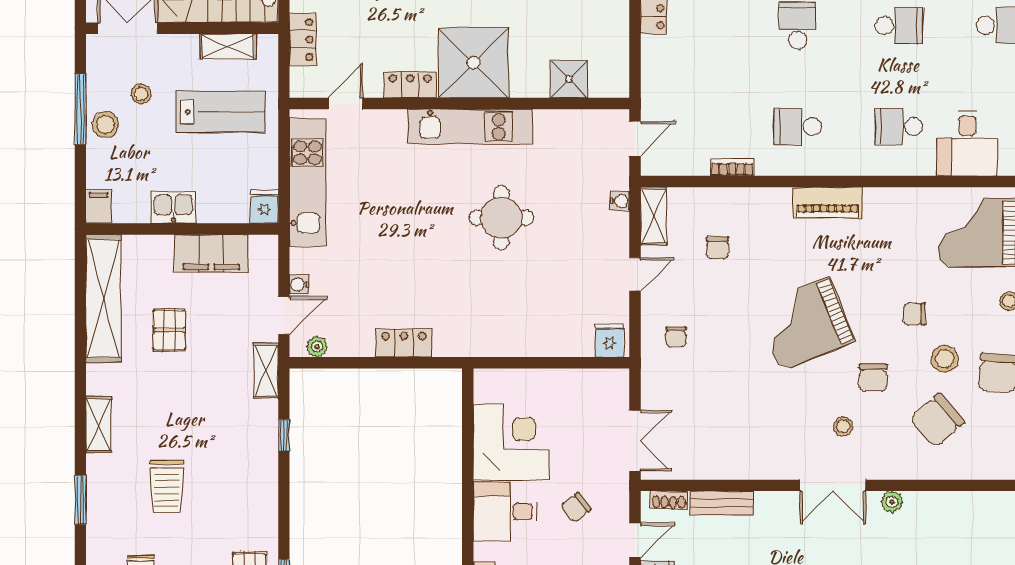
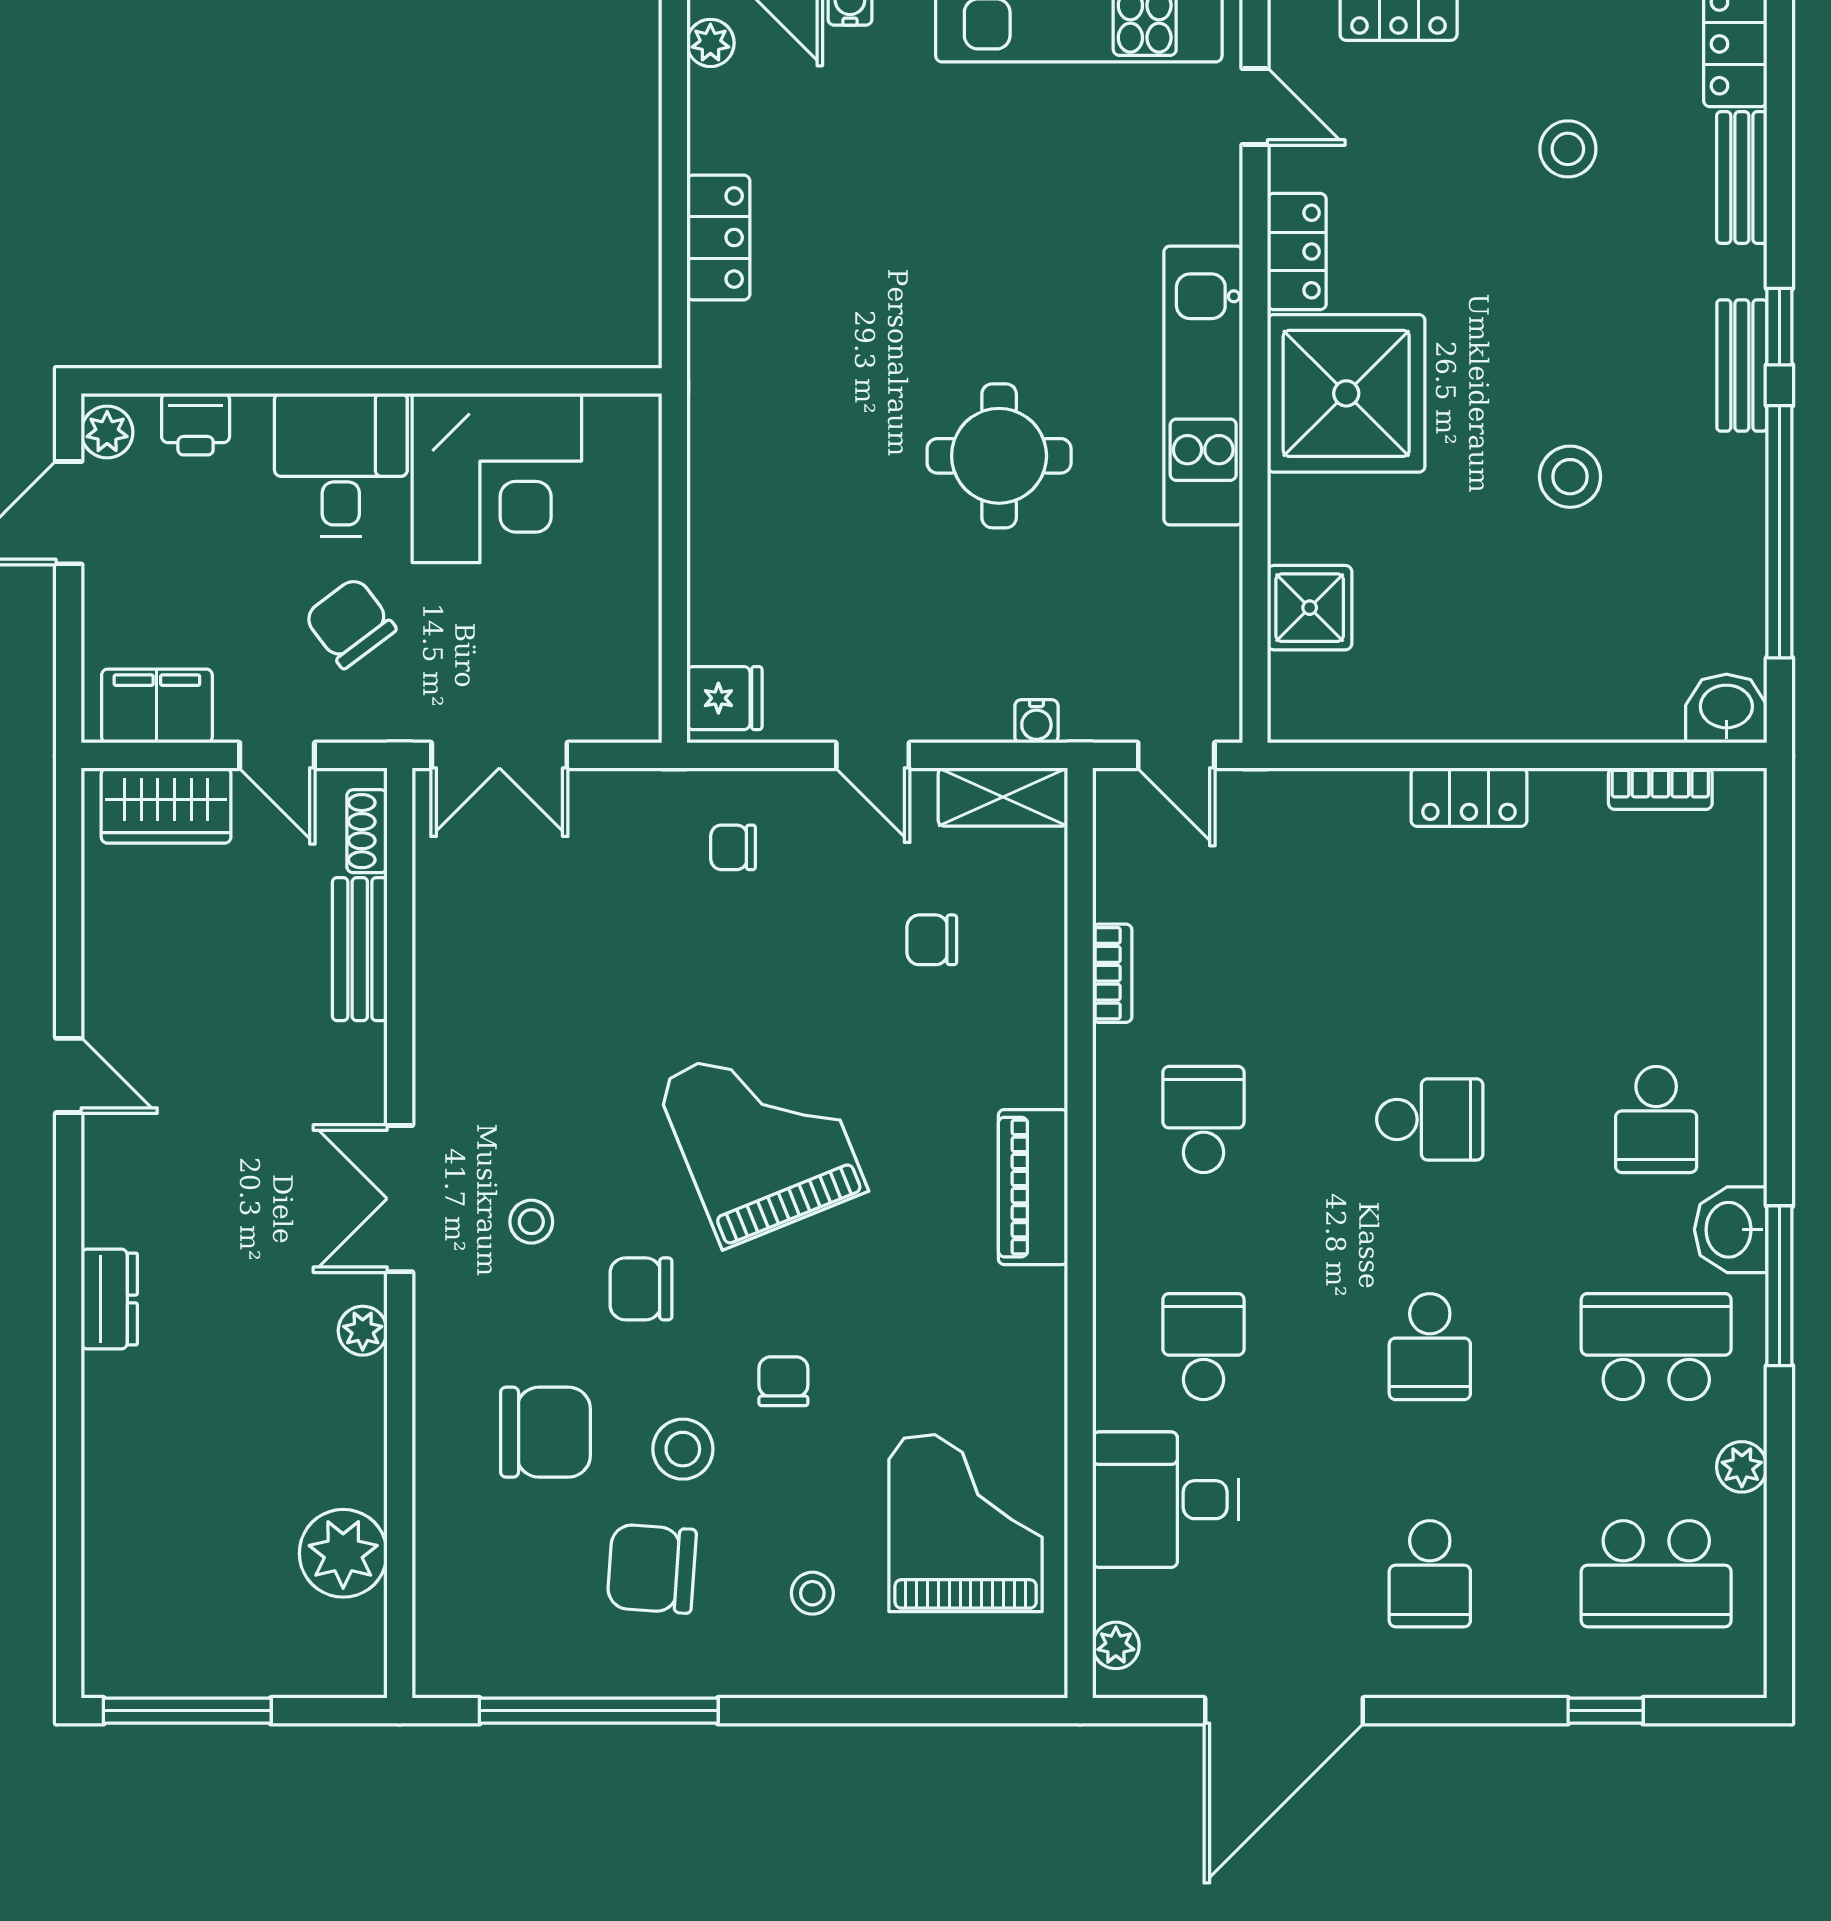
chair: (937, 420) -> (546, 1432), turned 131
chair: (576, 508) -> (350, 623), width x1.37, depth x1.37
plant: (991, 511) -> (343, 1553), added

